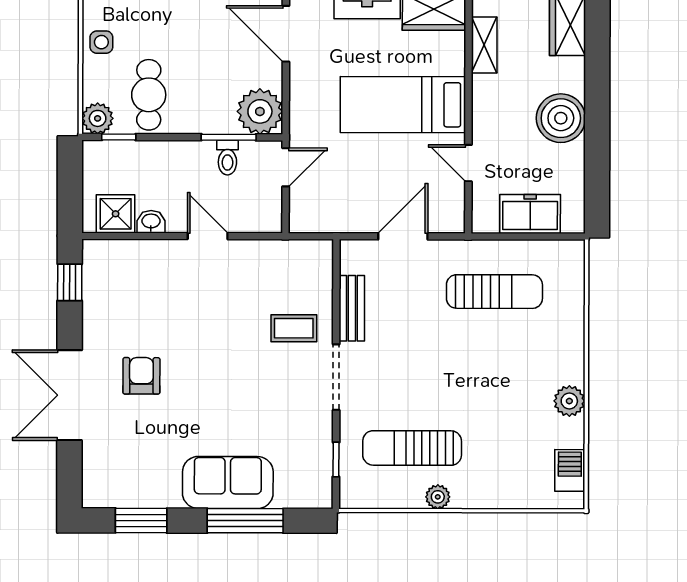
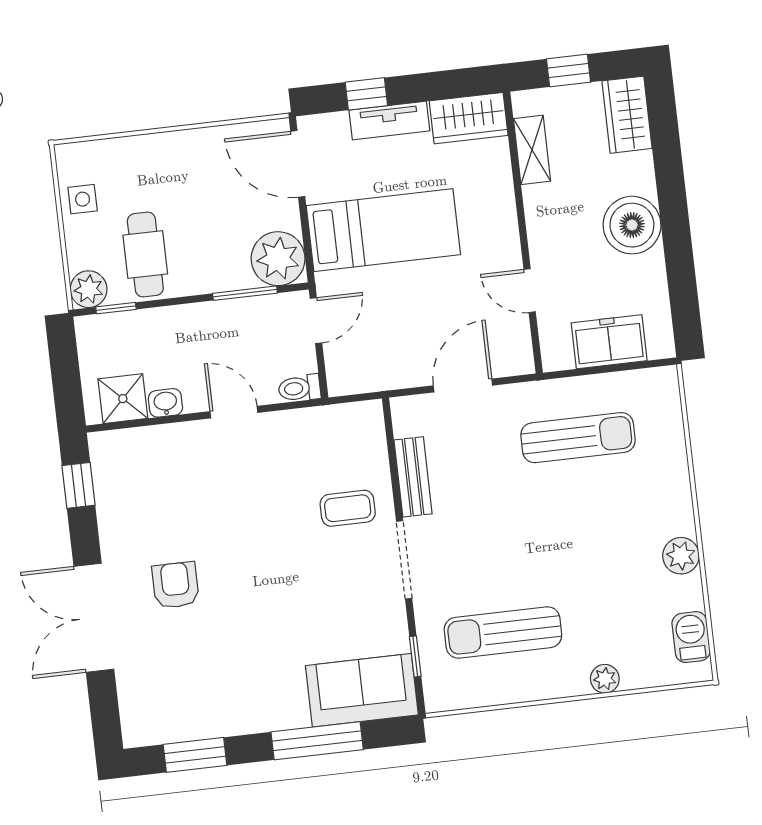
bed: (403, 105) -> (383, 230), moved, turned 180
toilet: (227, 158) -> (299, 388), moved, turned 90
sofa: (228, 483) -> (362, 690), moved
plant: (438, 497) -> (605, 679), moved

